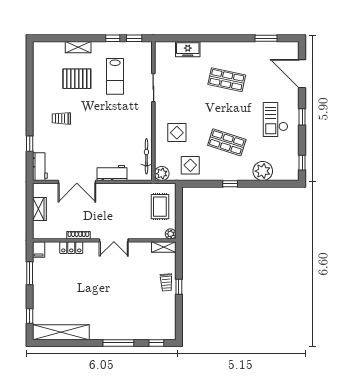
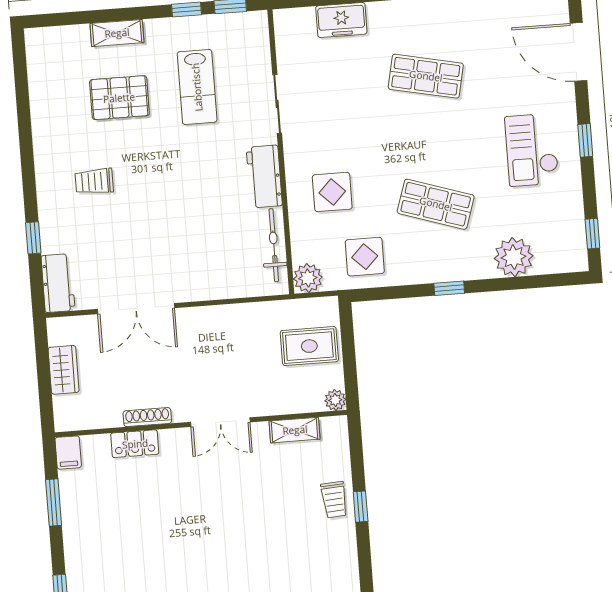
workbench: (112, 173) -> (264, 176), moved, turned -90
rug: (160, 207) -> (309, 346), turned 90
shelving: (164, 247) -> (295, 430), moved

